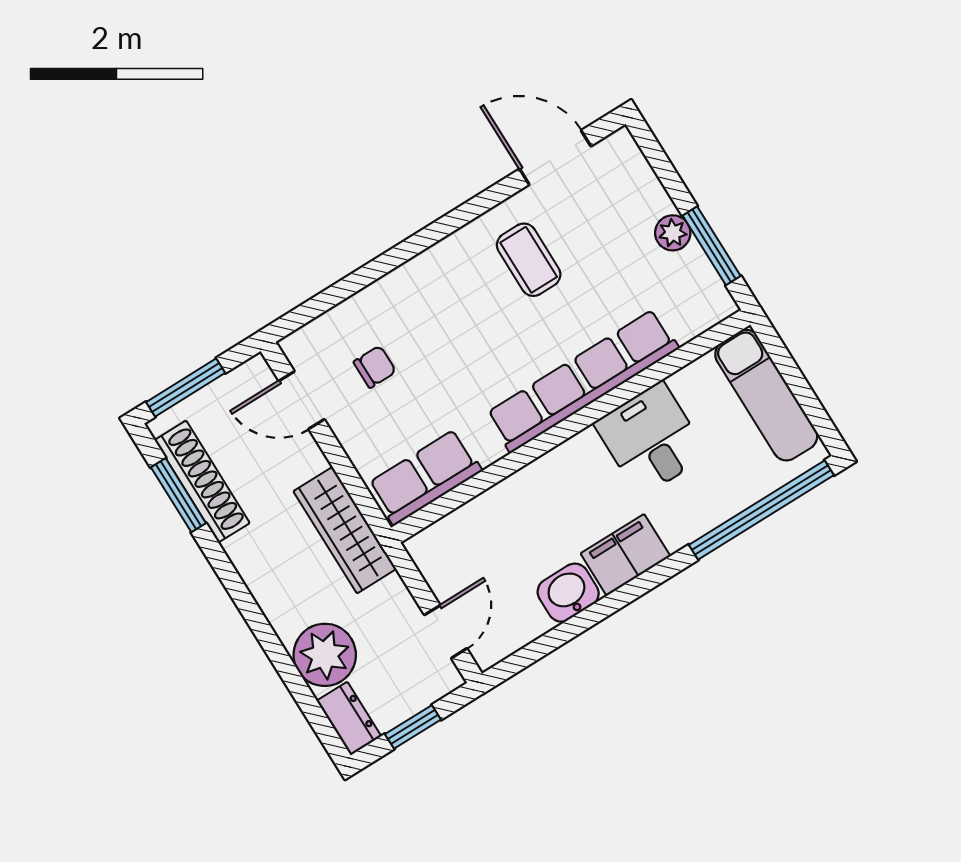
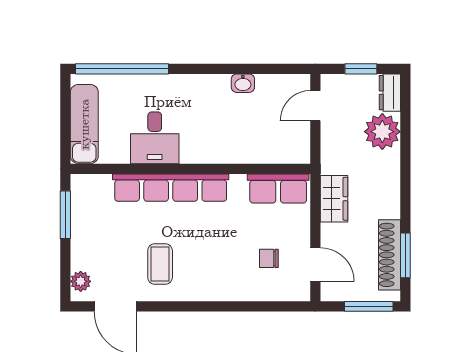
plant: (673, 233) -> (81, 281), moved
wardrobe: (345, 530) -> (334, 199), width x0.67
filing cabinet: (625, 555) -> (203, 88), removed
washbasin: (568, 593) -> (243, 83), width x0.72, depth x0.69

